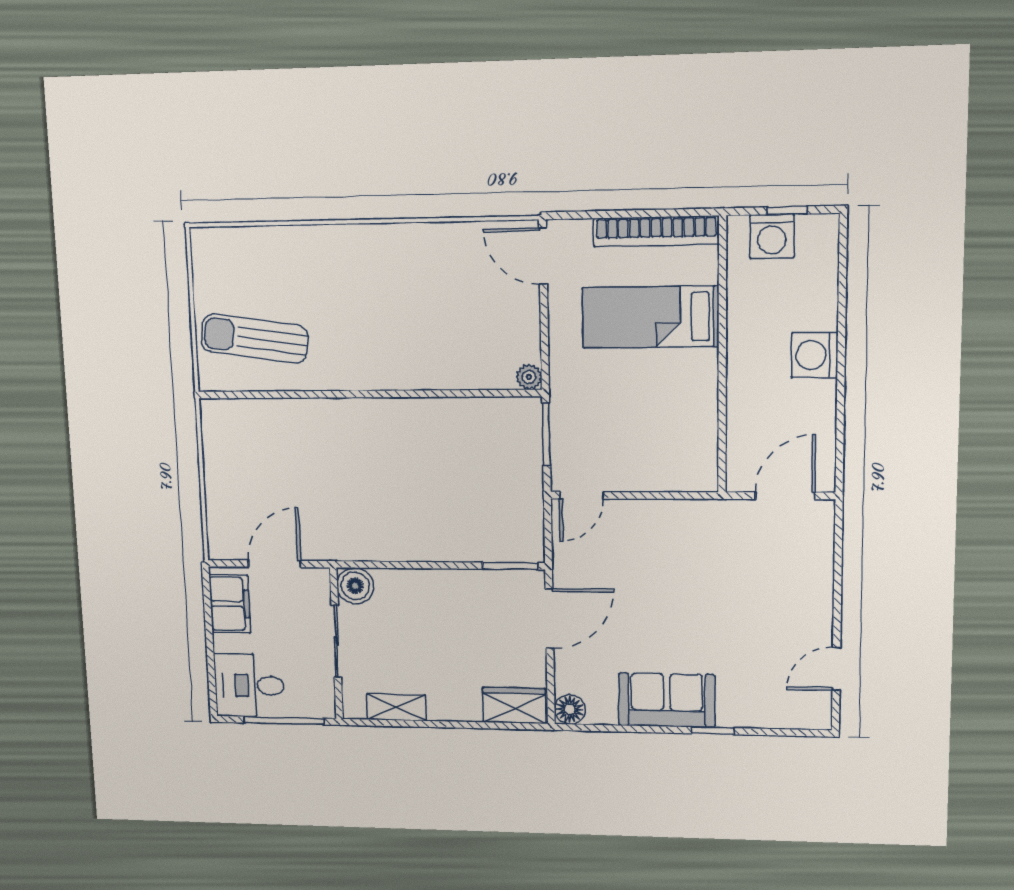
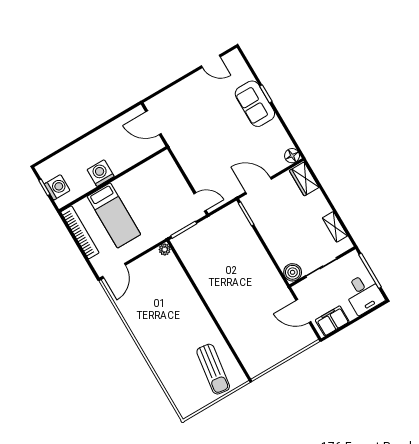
washing machine: (815, 355) -> (101, 173), moved, turned 180
sofa: (667, 700) -> (255, 104), moved

